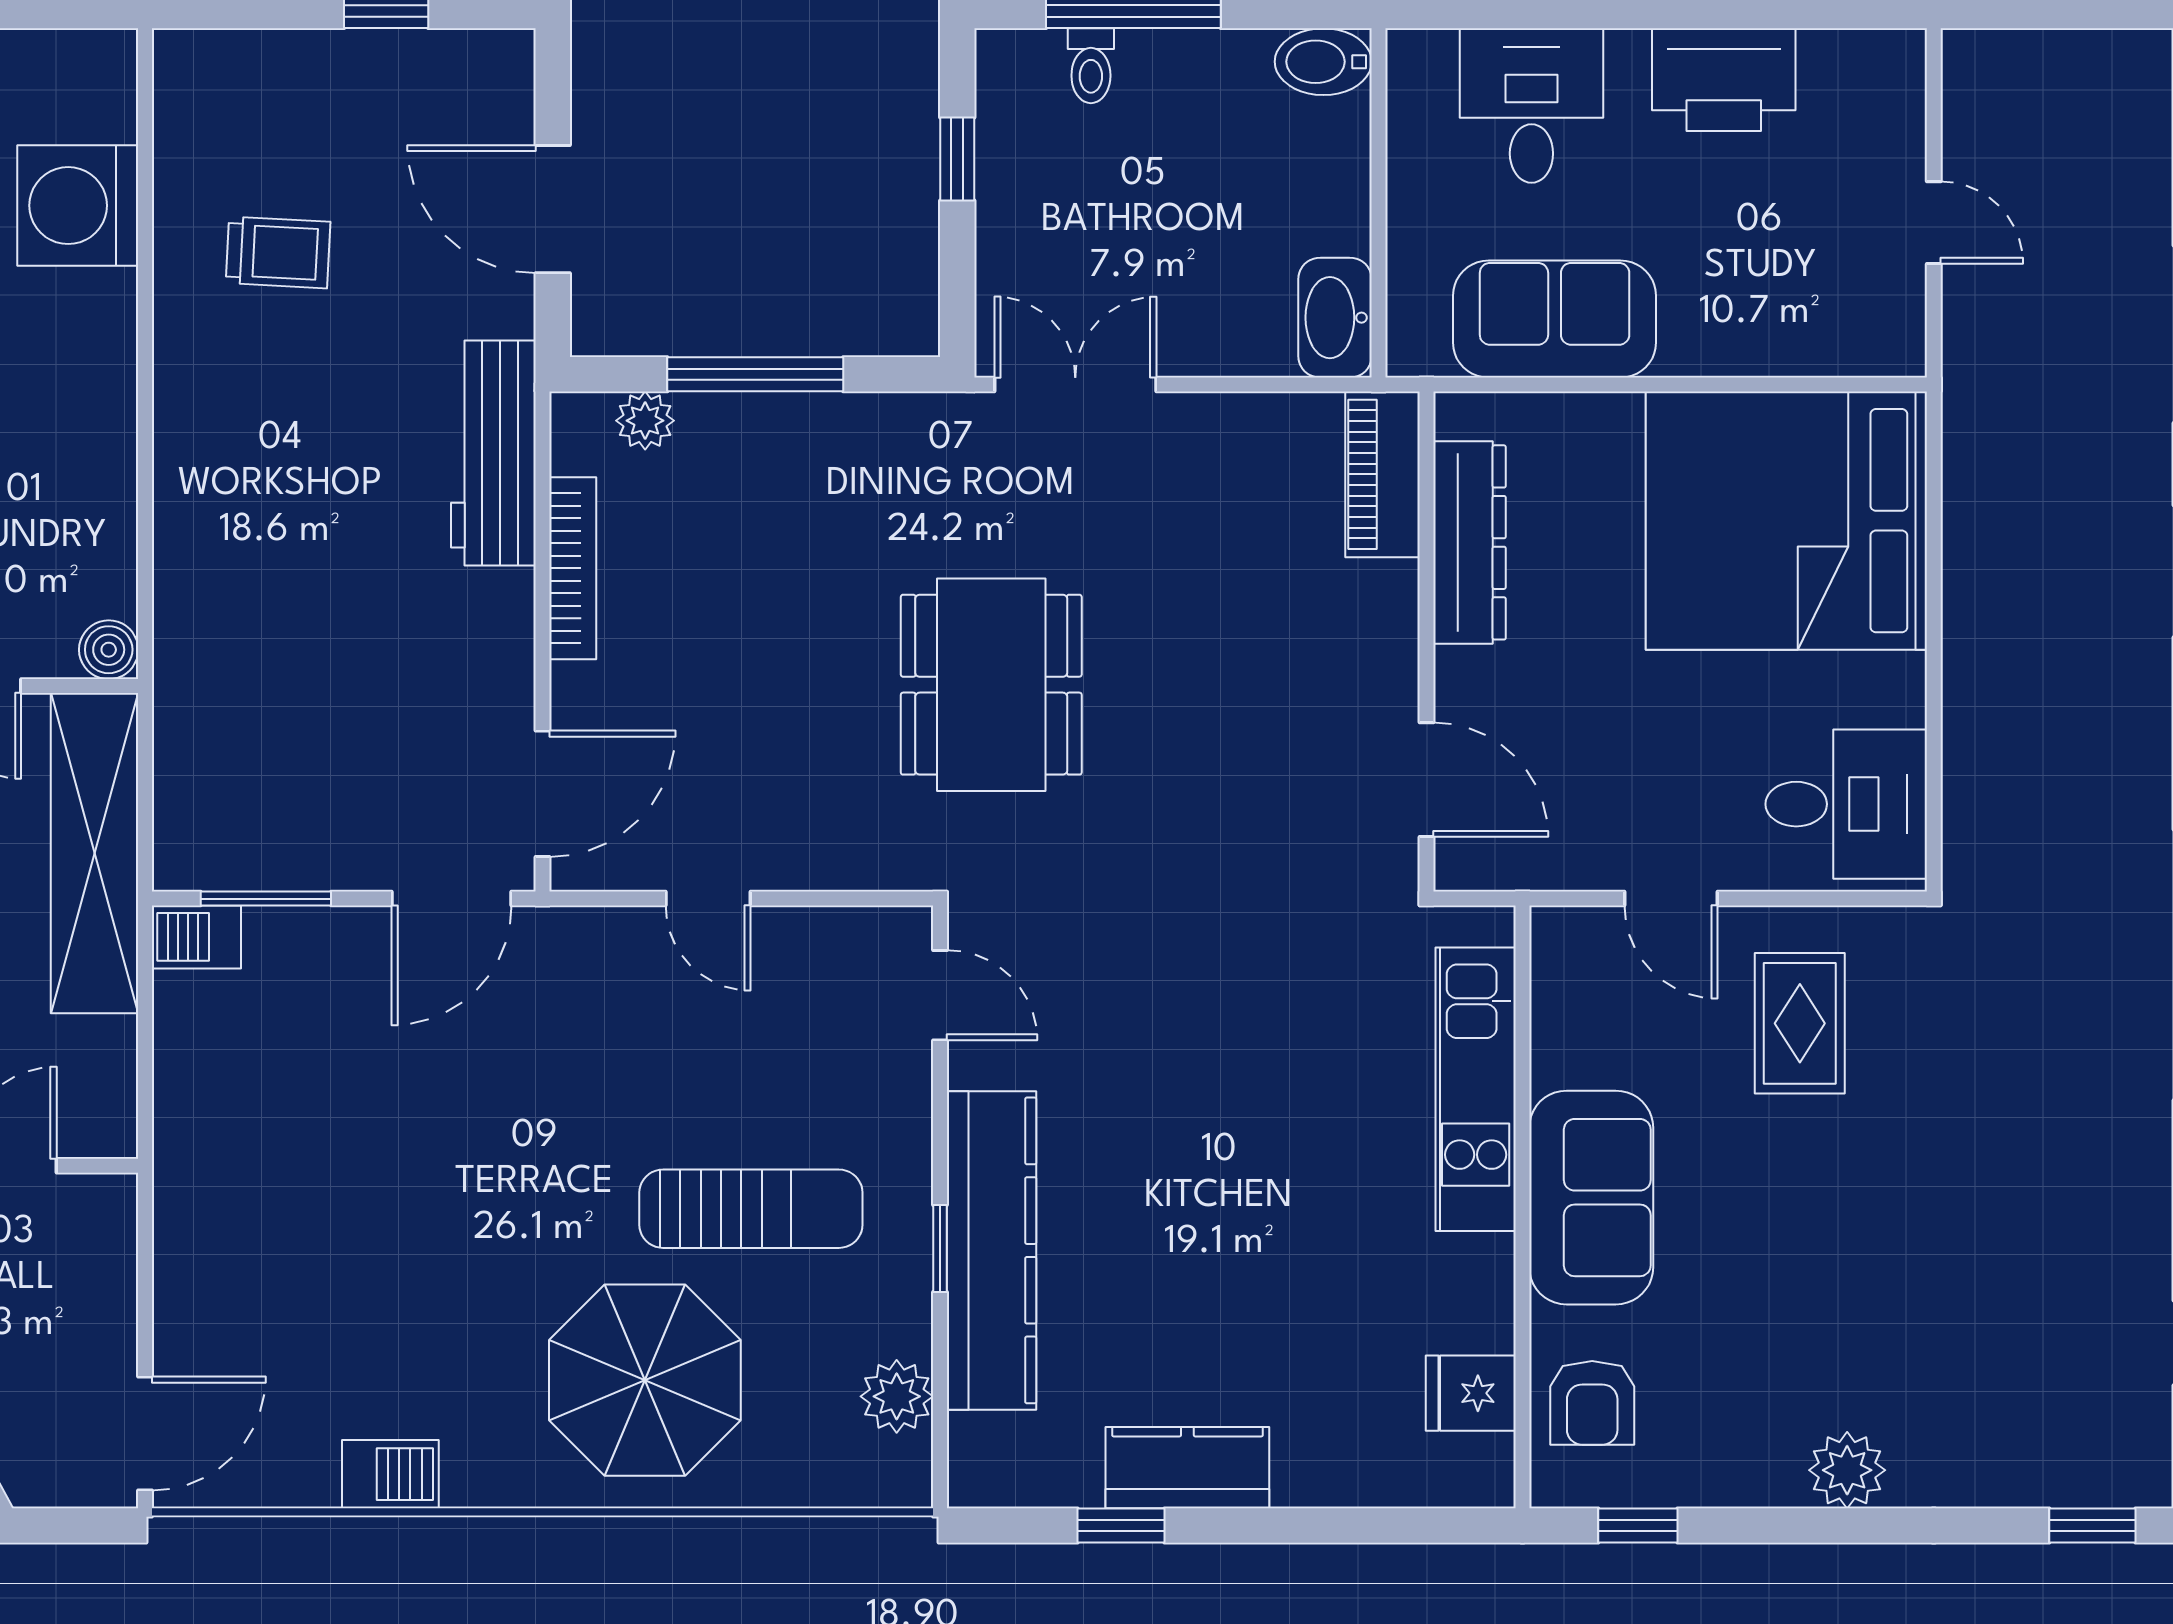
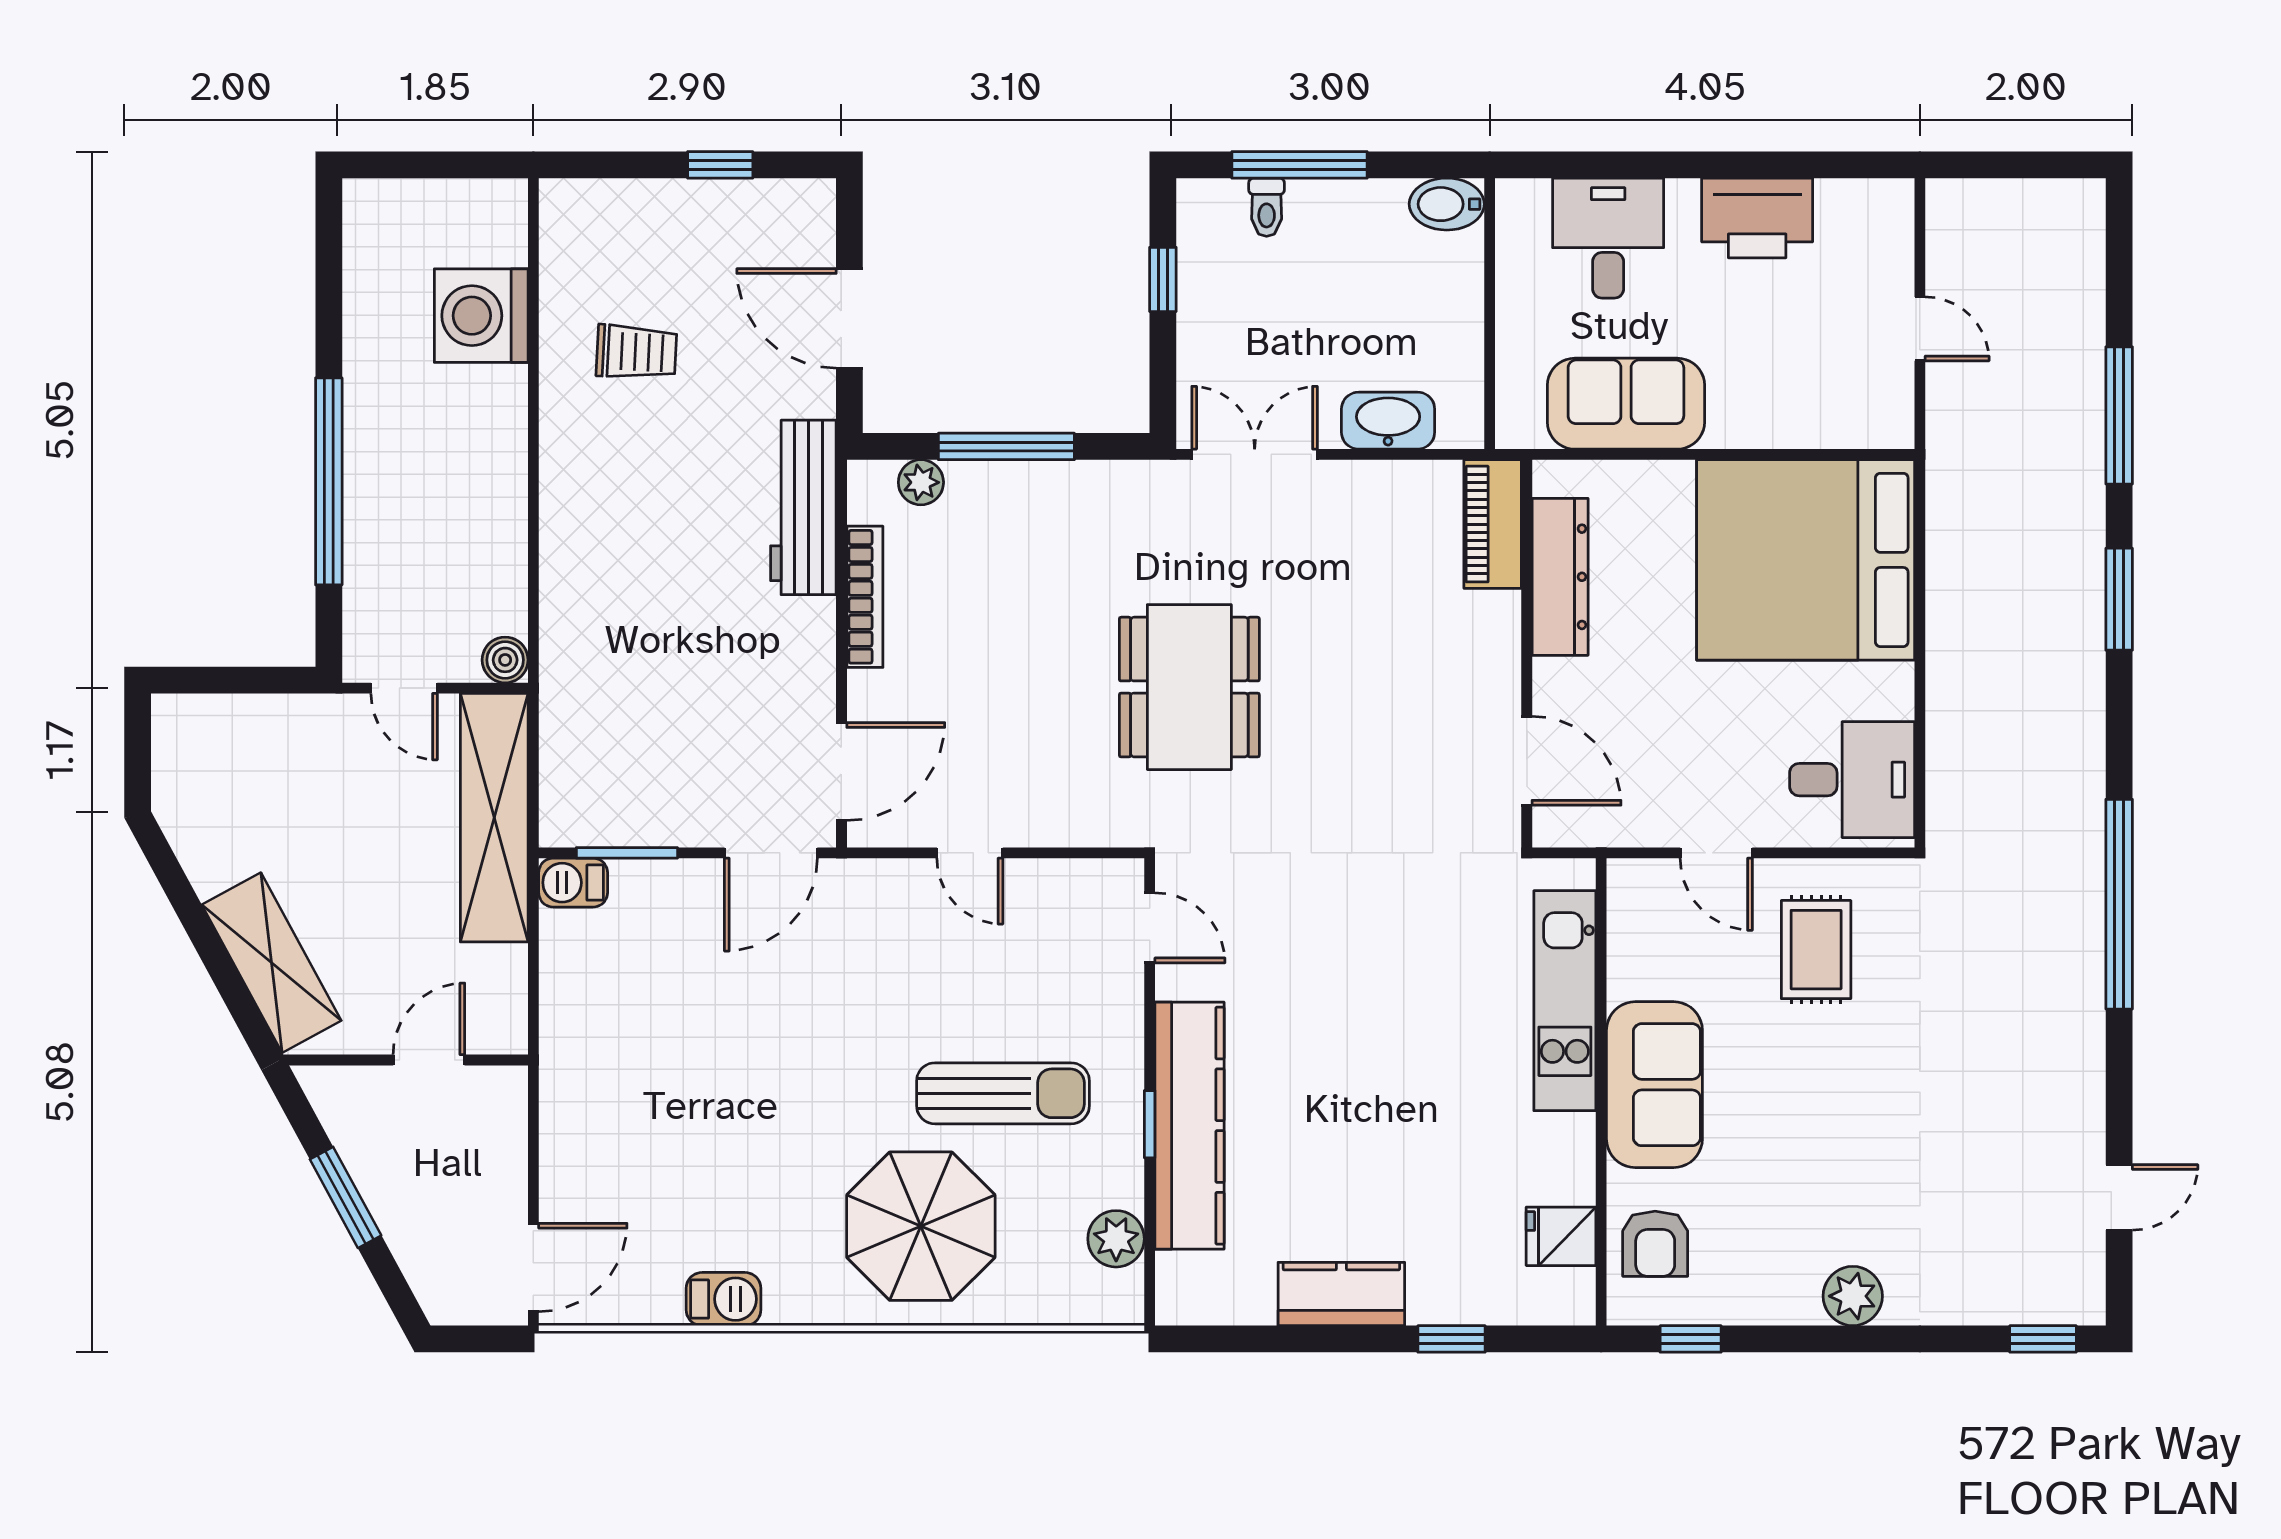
washbasin: (1335, 318) -> (1388, 421), moved, turned 90
window: (1121, 1526) -> (1452, 1339), moved

